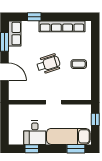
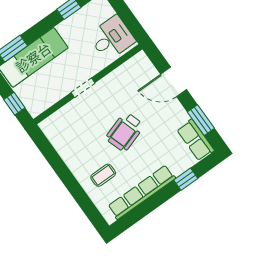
coffee table: (79, 64) -> (103, 175), moved
desk: (35, 133) -> (112, 38), moved, turned 90

